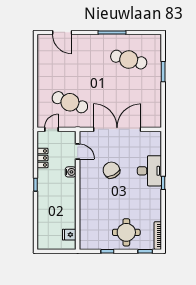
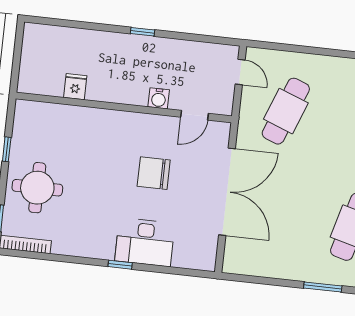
locker: (42, 158) -> (190, 50), removed
chair: (111, 170) -> (154, 173), turned -153
fridge: (69, 235) -> (75, 87), moved

